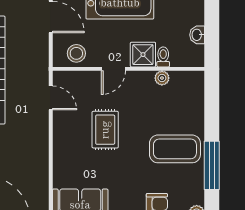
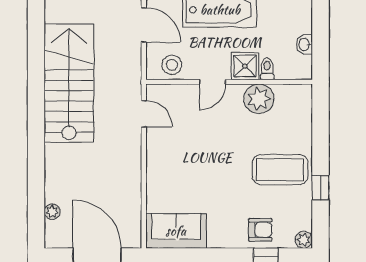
plant: (162, 78) -> (259, 99), width x1.87, depth x1.87
rug: (105, 130) -> (204, 148), removed
window: (212, 165) -> (320, 188), width x0.46

